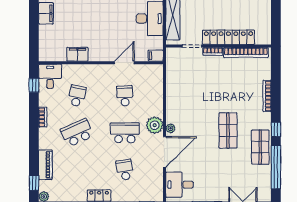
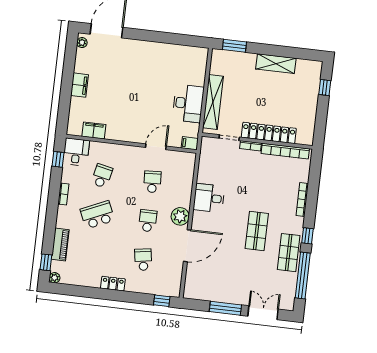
filing cabinet: (77, 54) -> (94, 130), moved
plant: (170, 128) -> (196, 222), removed
school desk: (125, 133) -> (148, 221), width x0.54
desk: (180, 185) -> (209, 198), moved

